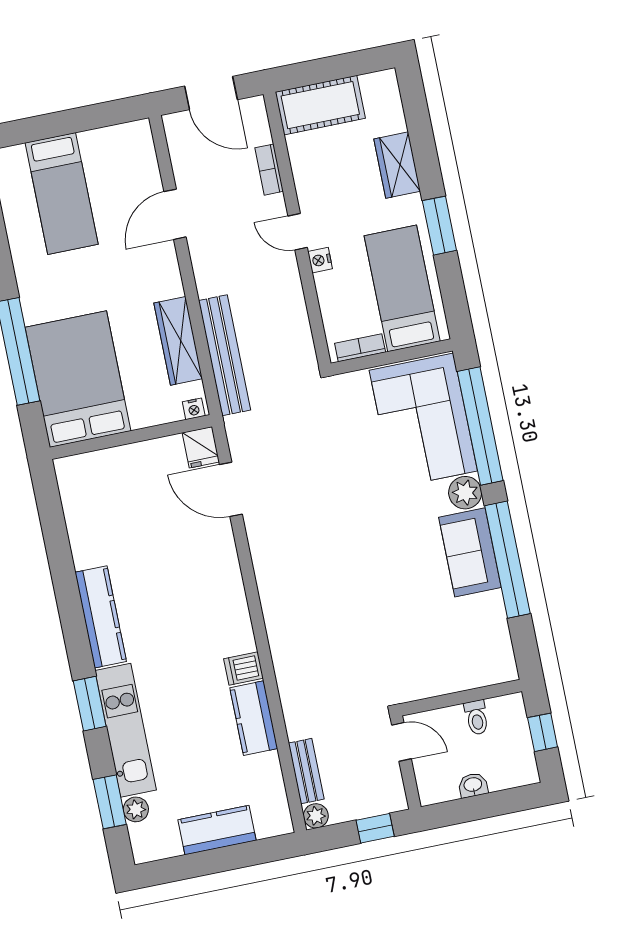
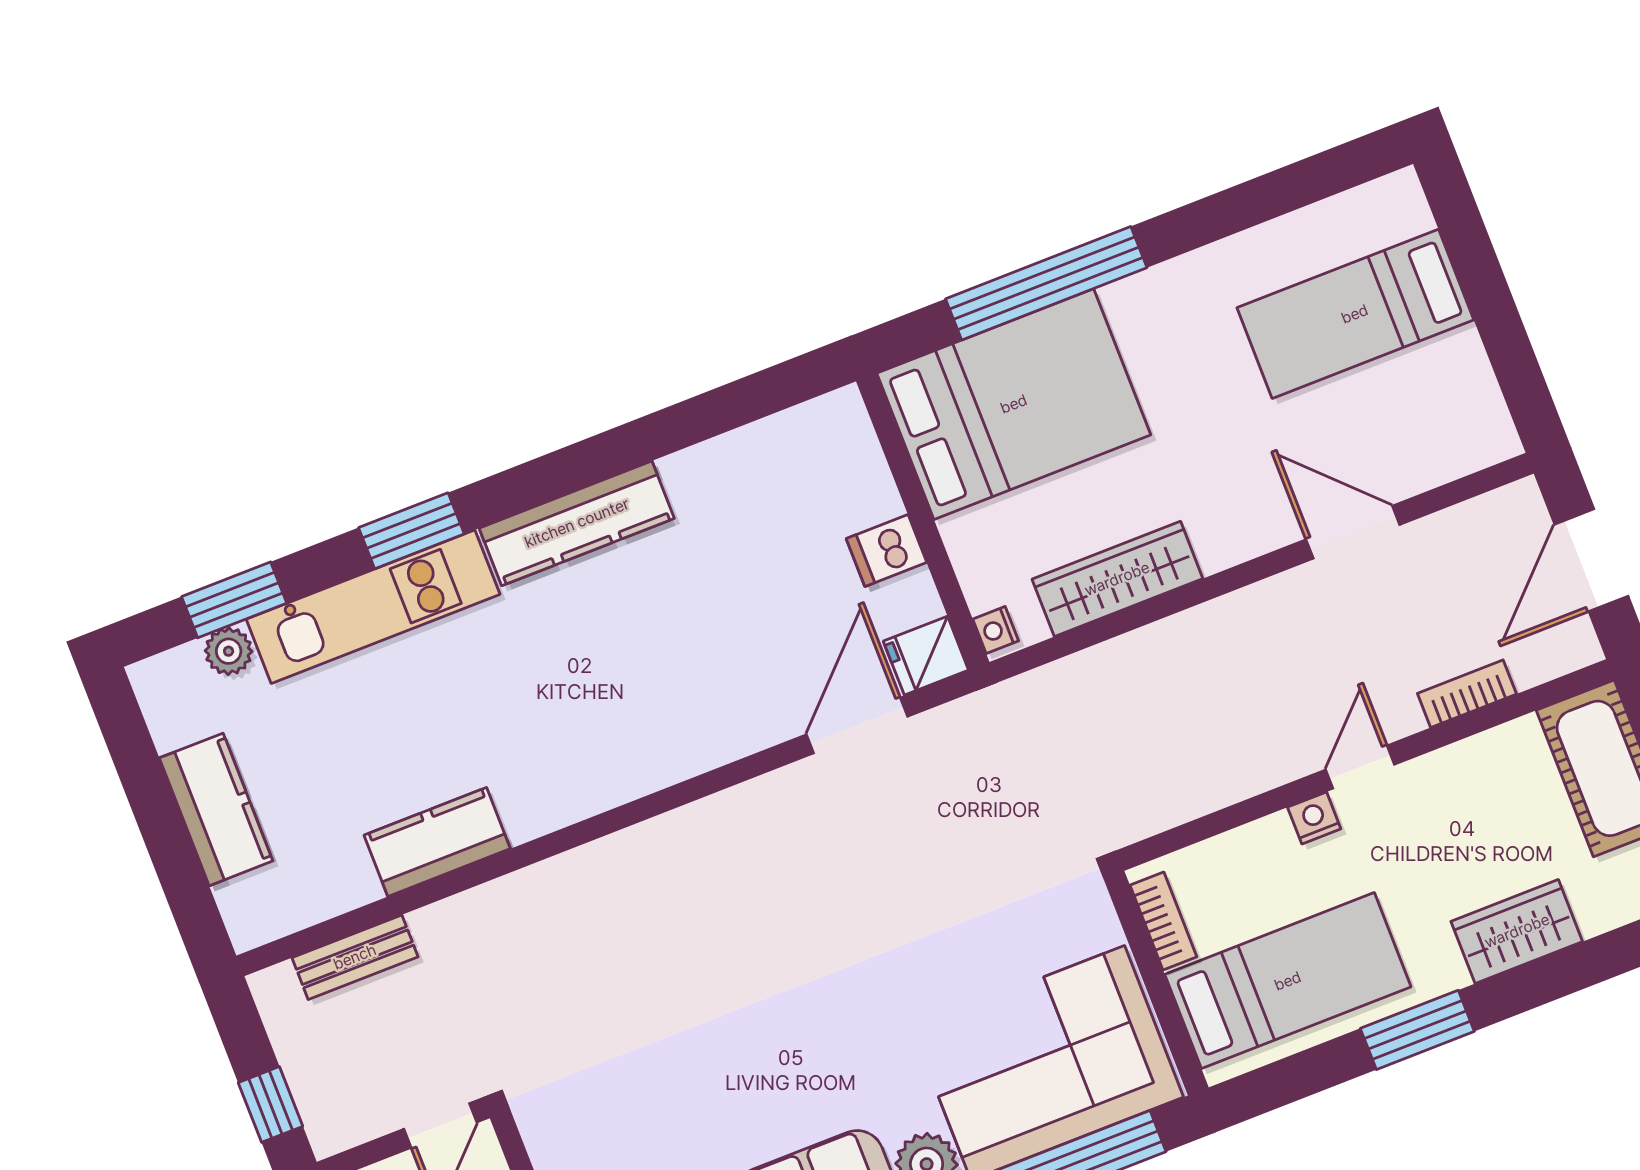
bench: (225, 355) -> (1106, 670), removed
dishwasher: (244, 668) -> (886, 551), moved, turned -90
plant: (316, 816) -> (274, 989), removed

